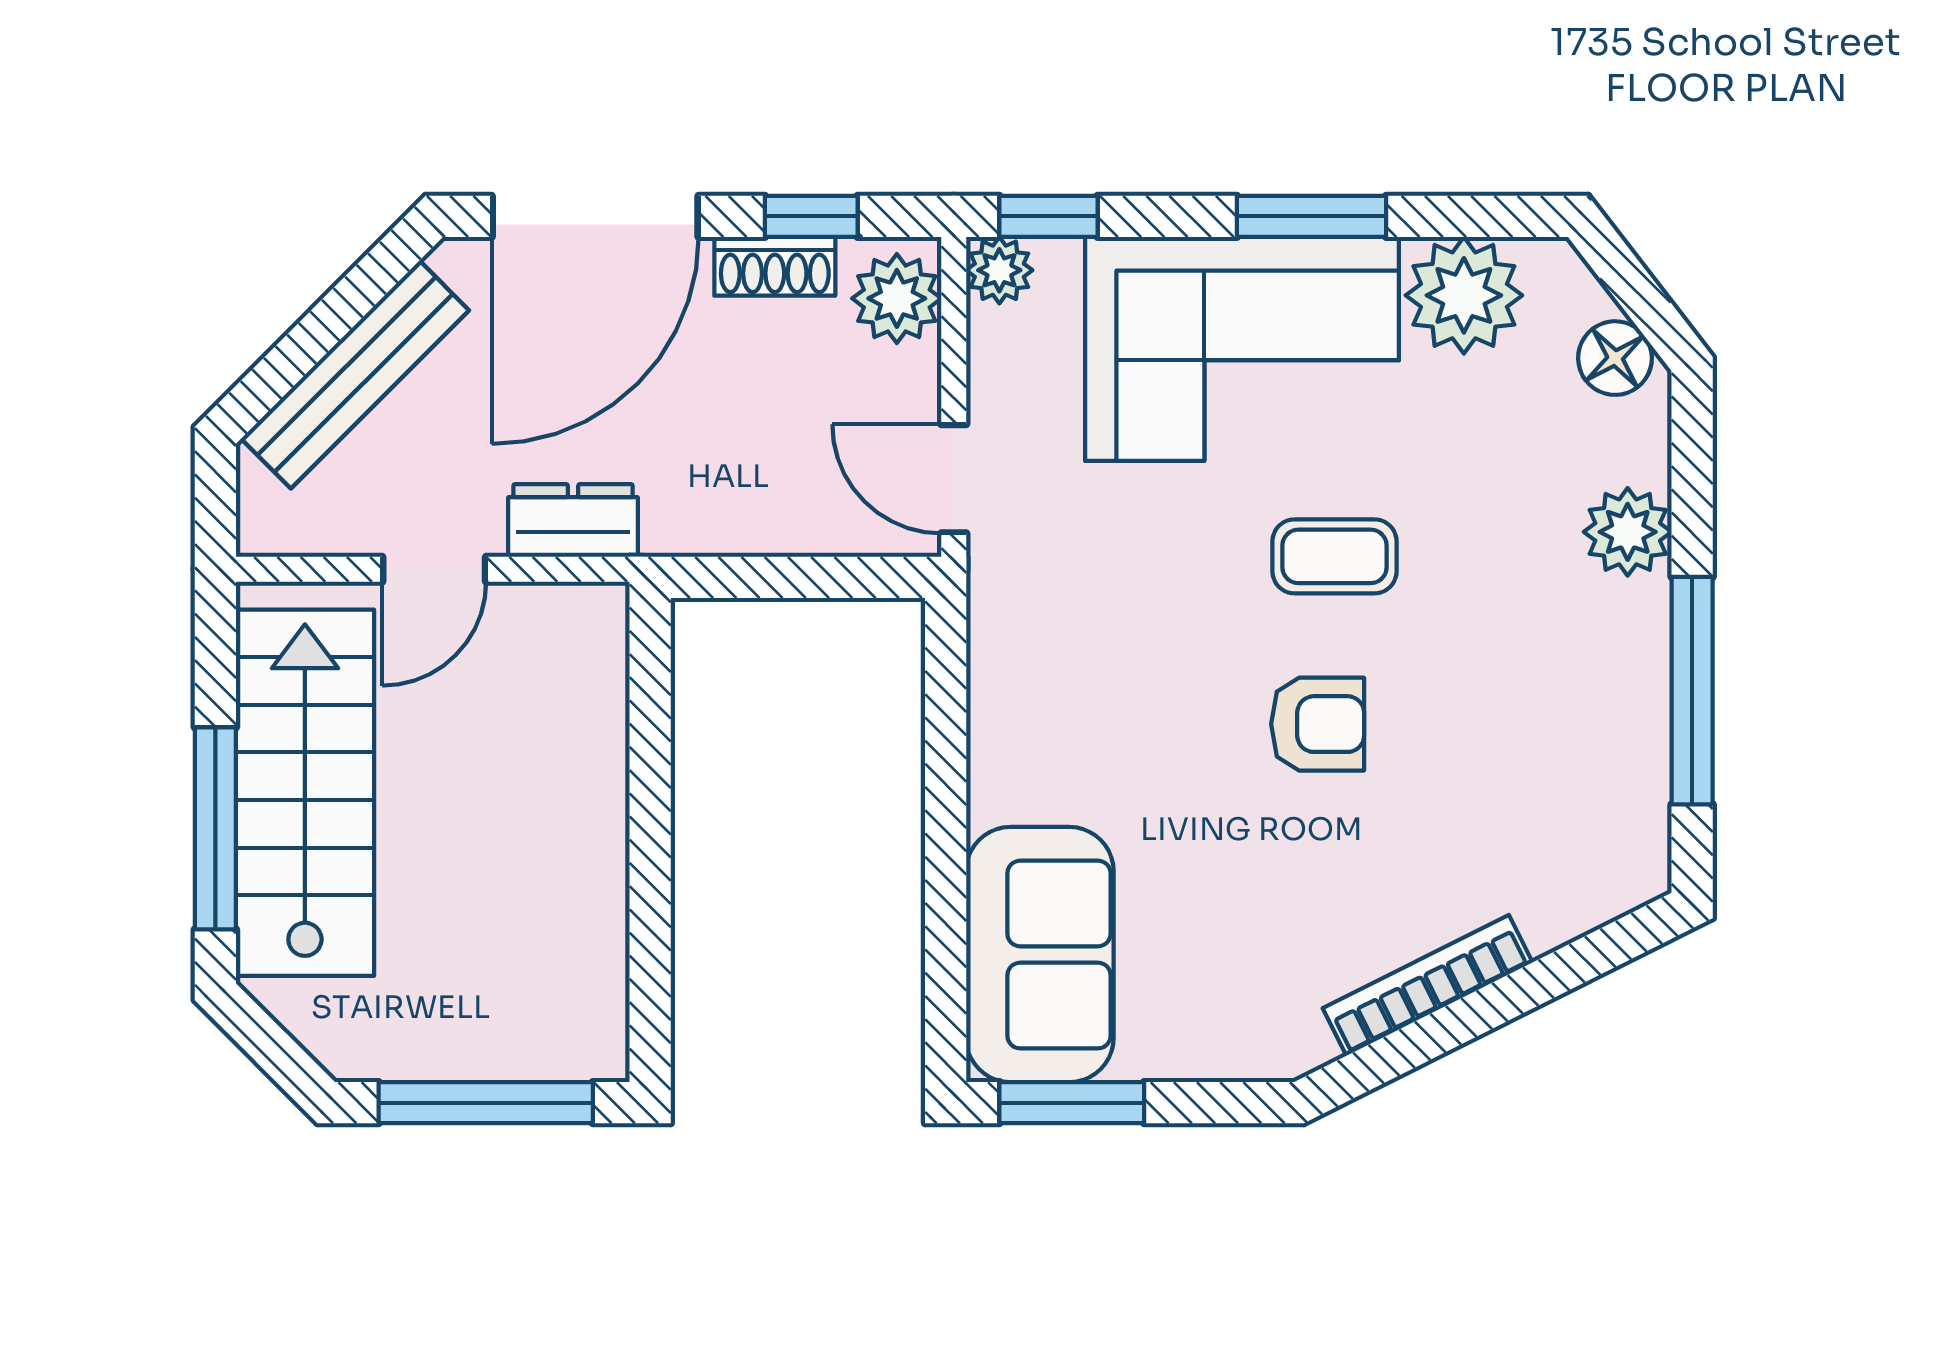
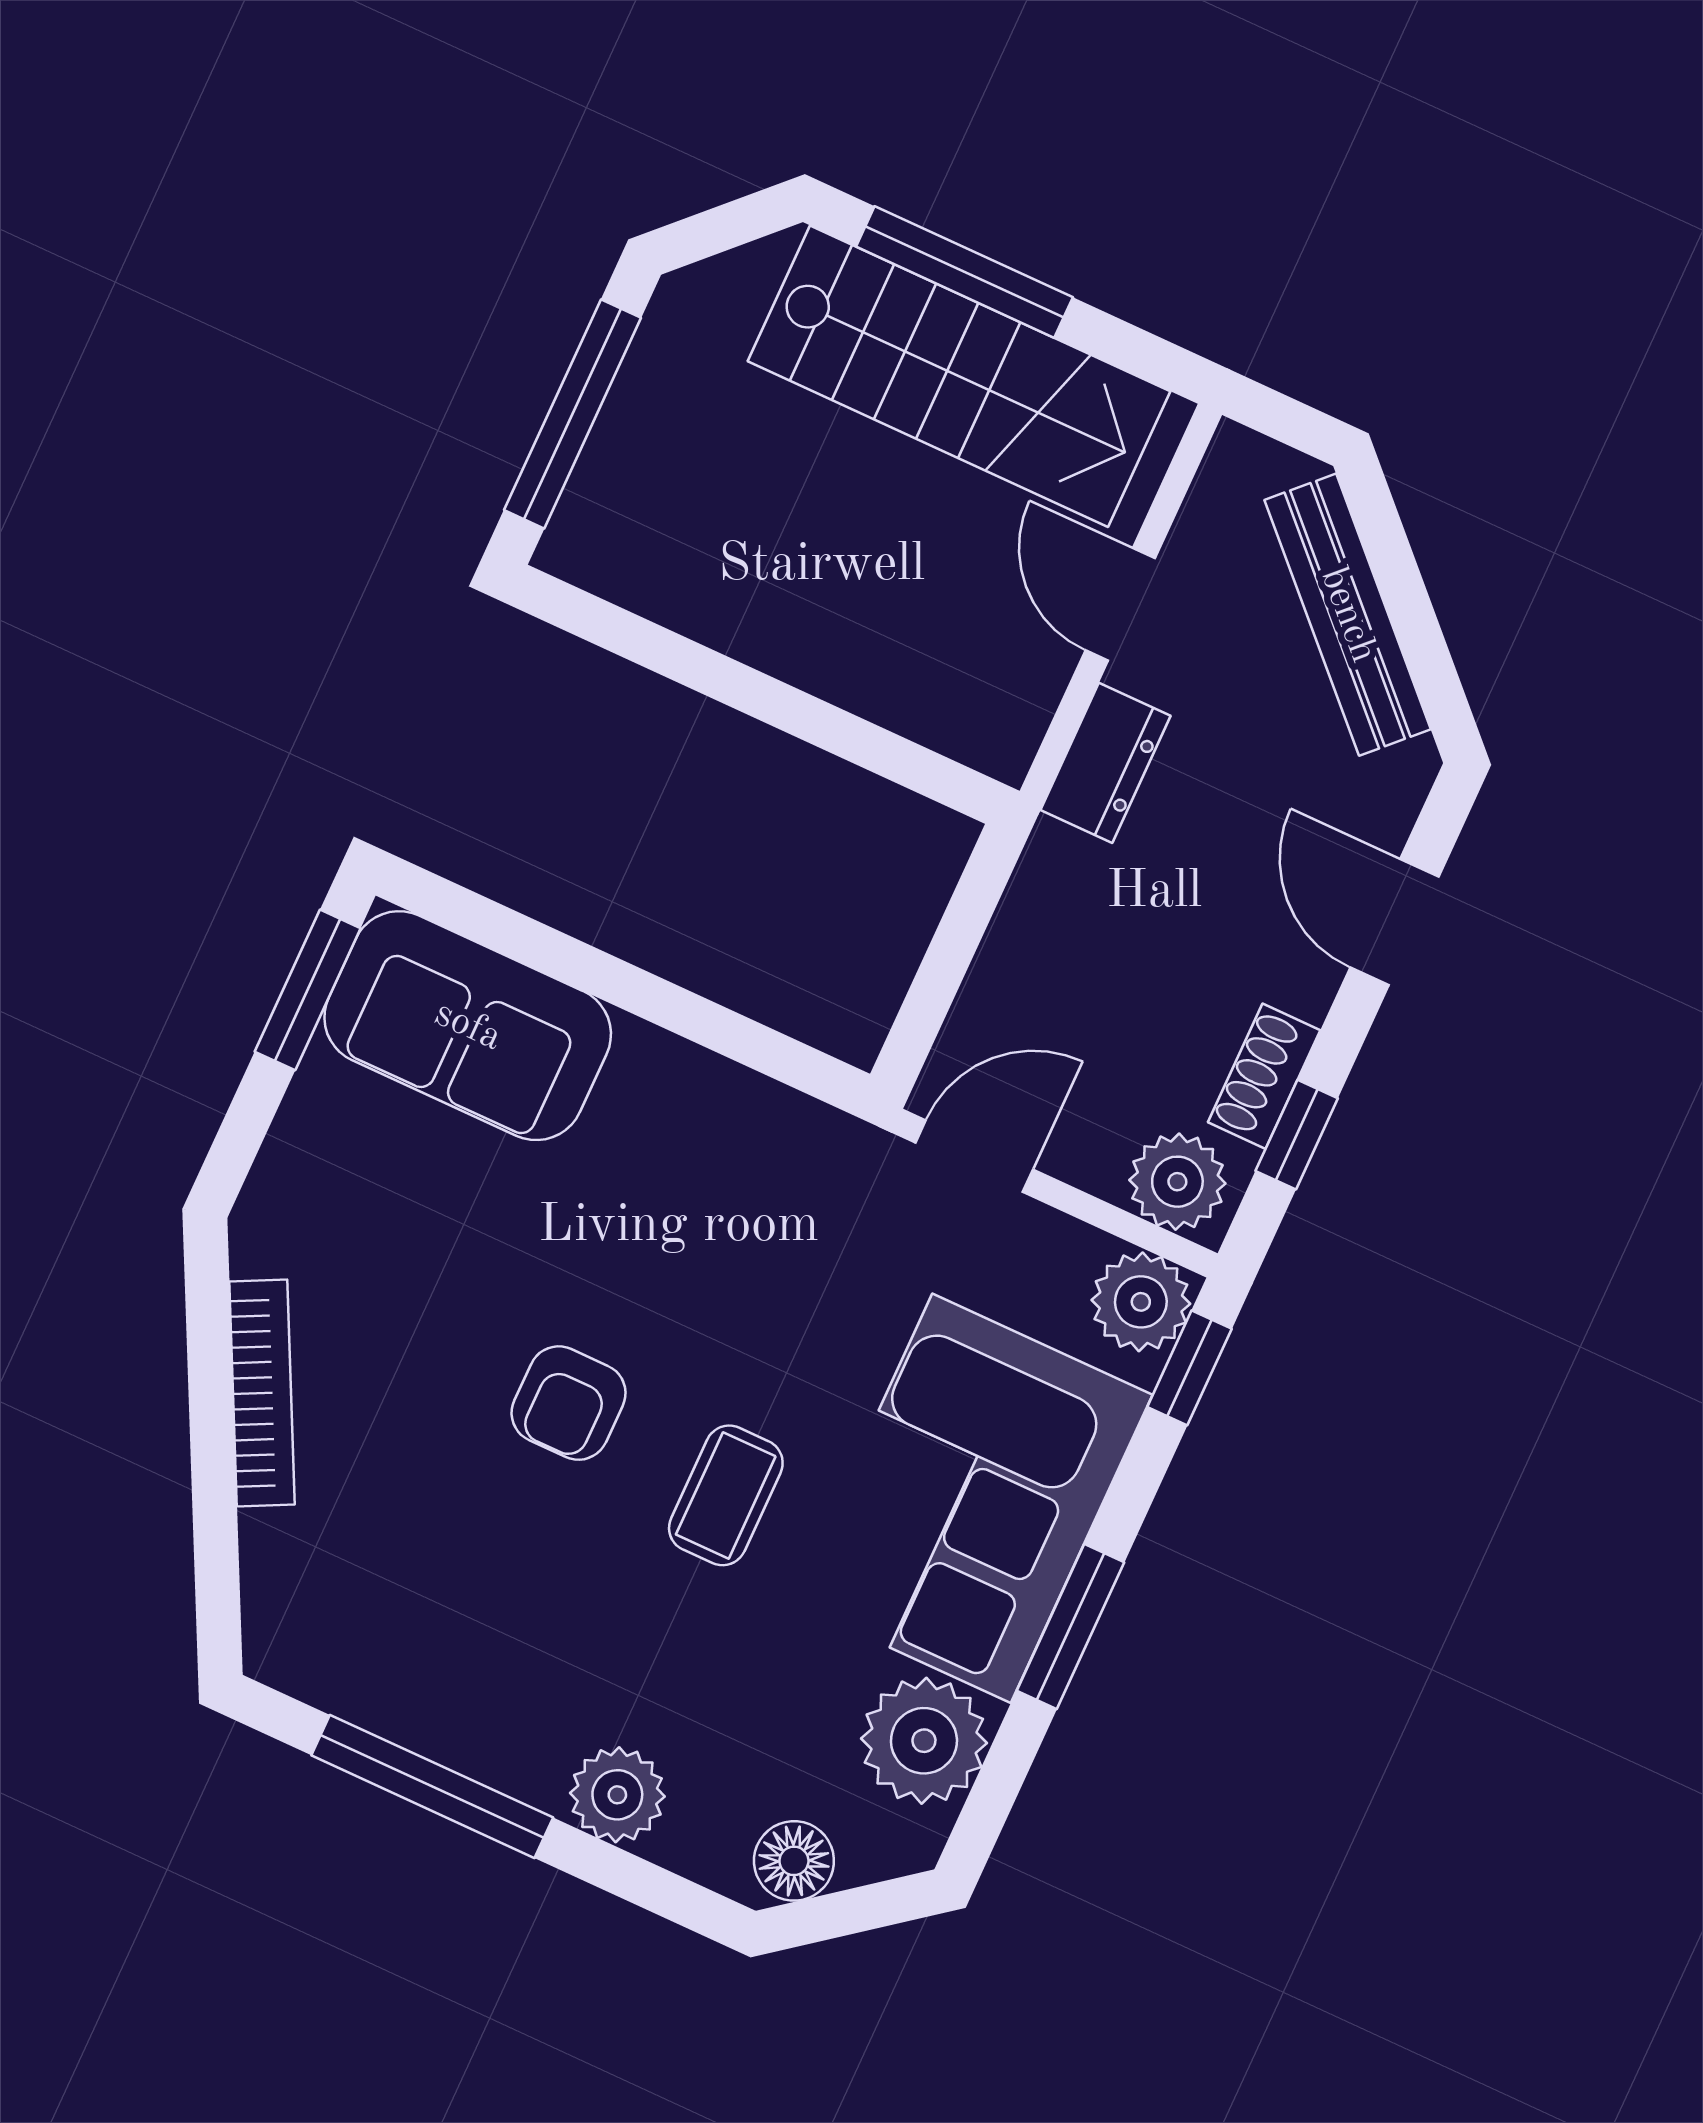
door: (595, 216) -> (1394, 922), width x0.53
plant: (999, 270) -> (1141, 1302), width x1.38, depth x1.38

